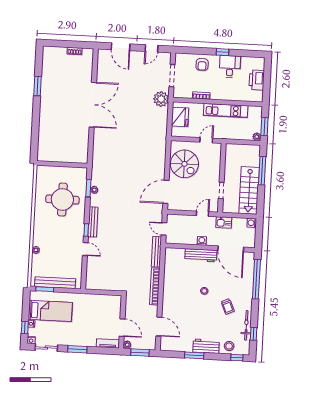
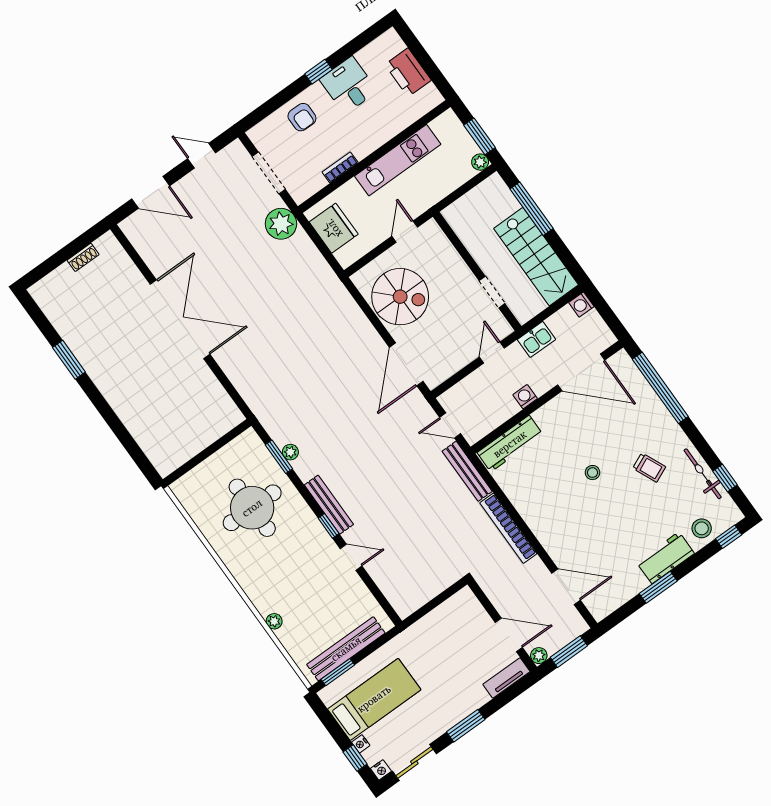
door: (152, 48) -> (202, 156), swing flipped
workbench: (201, 255) -> (510, 444), moved

